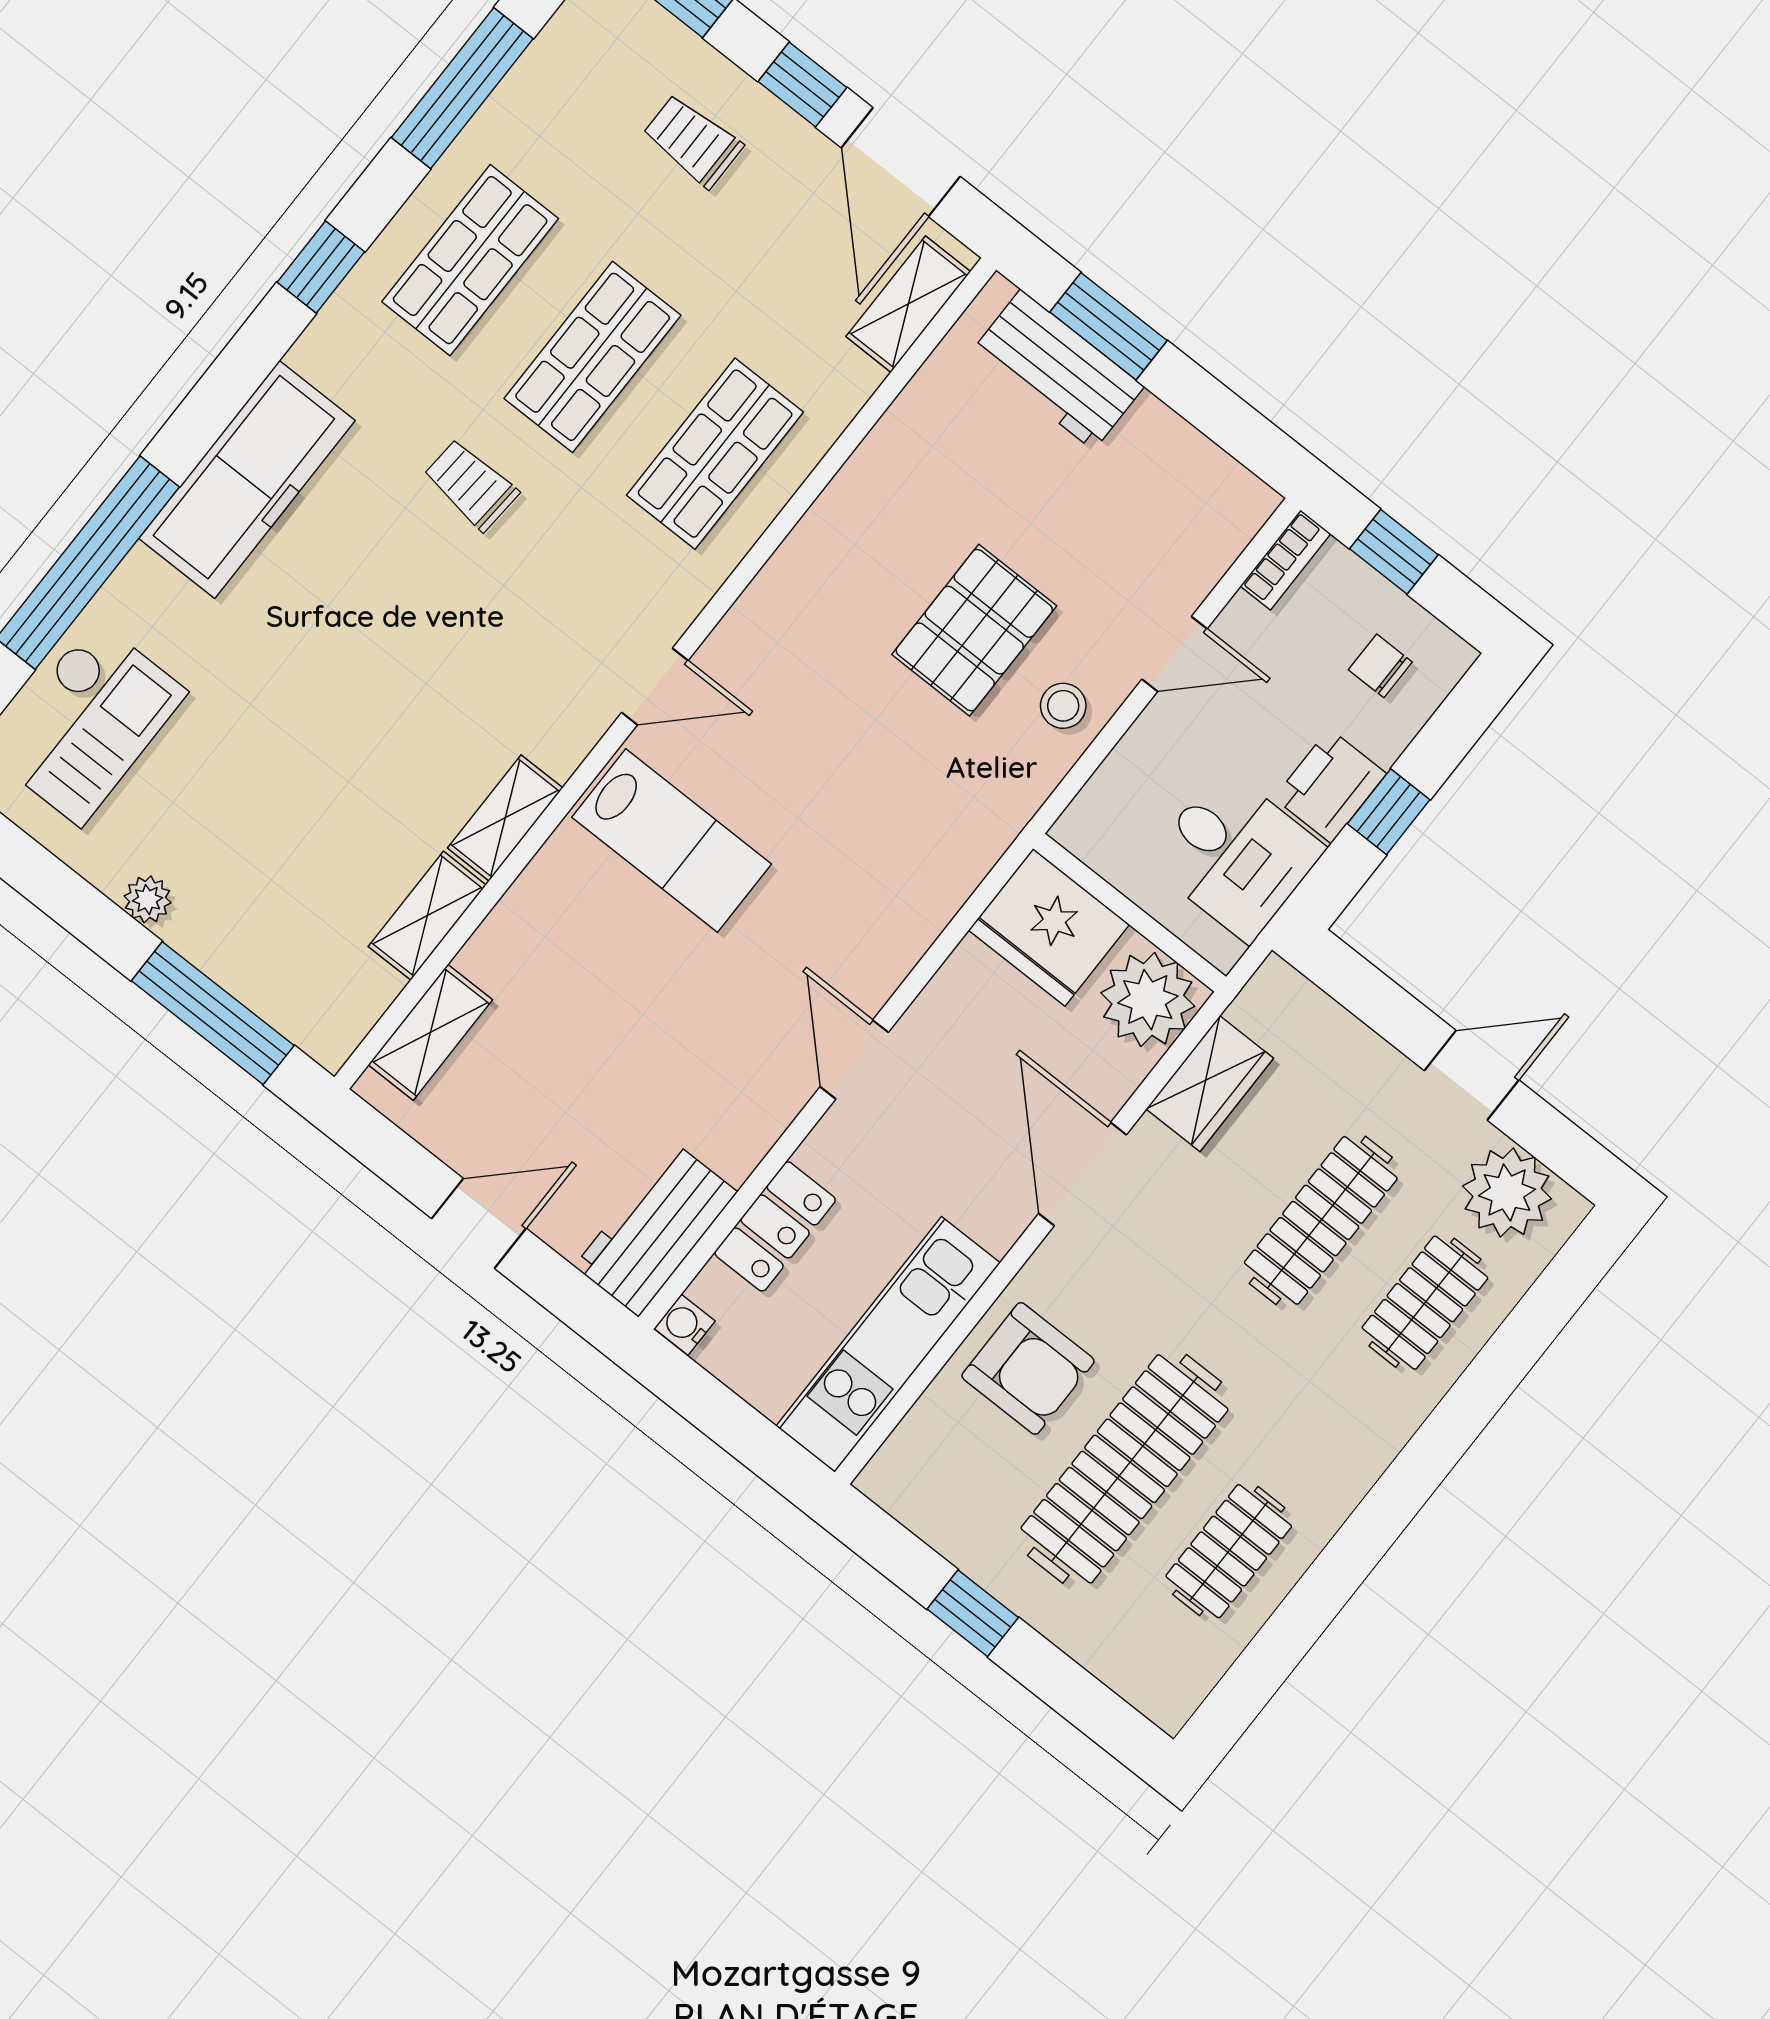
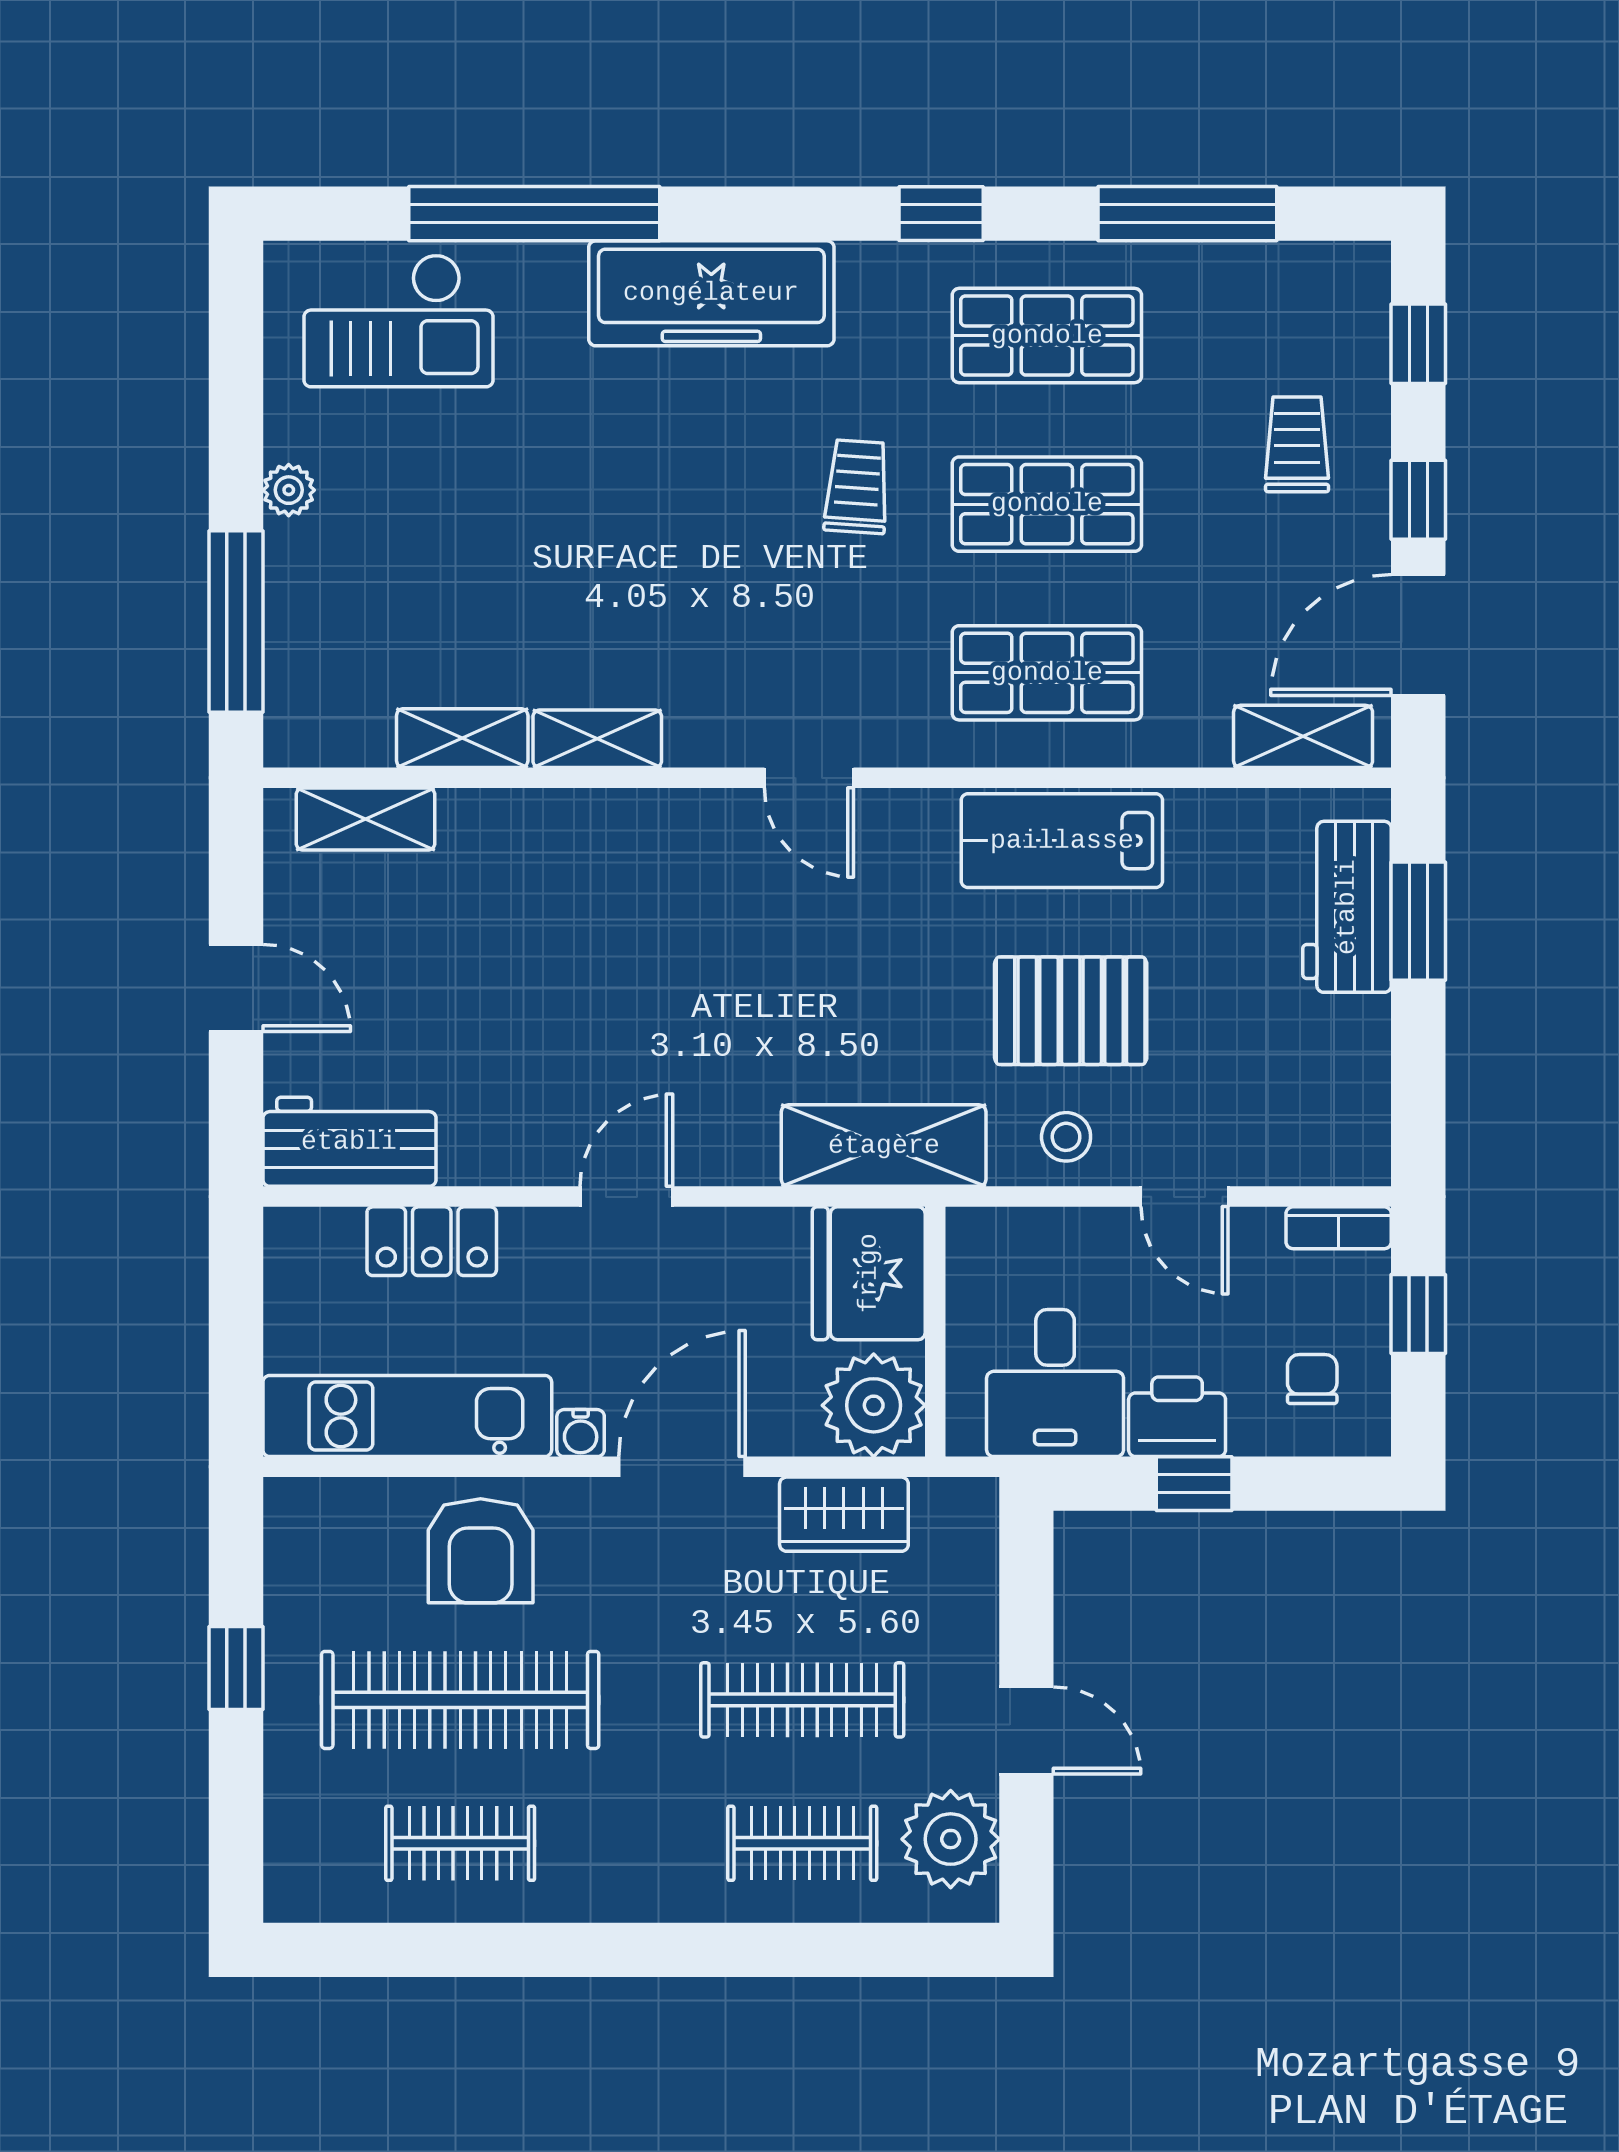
lab bench: (672, 841) -> (1062, 841), moved, turned 90
shelving: (965, 843) -> (884, 1146), added
water cooler: (685, 1325) -> (581, 1433), moved, turned 180

